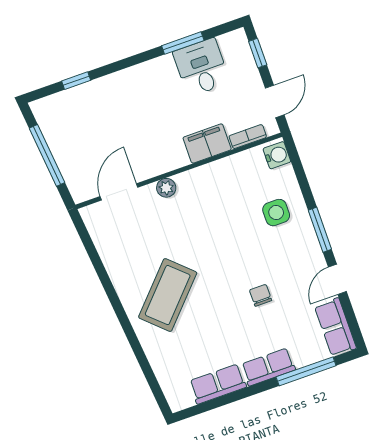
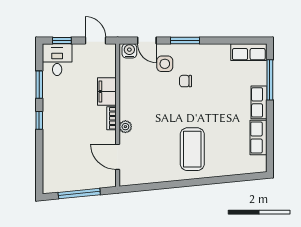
desk: (201, 67) -> (57, 60), moved, turned 90
window: (76, 81) -> (39, 120), moved
bookcase: (248, 137) -> (111, 118), moved
door: (337, 279) -> (147, 40), moved
coffee table: (168, 295) -> (192, 149), turned 47
chair: (261, 295) -> (186, 81), moved

